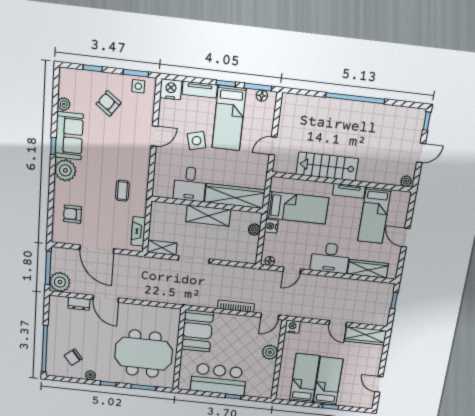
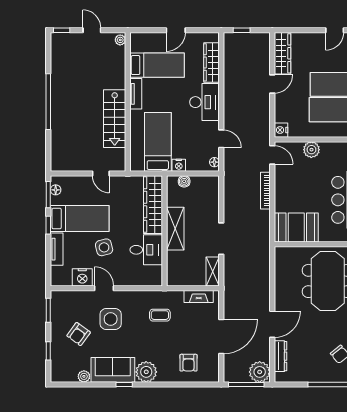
side table: (138, 86) -> (111, 319), moved, width x1.87, depth x1.87
nightstand: (171, 89) -> (82, 277), moved, turned -90
dresser: (79, 304) -> (280, 356), width x1.44

